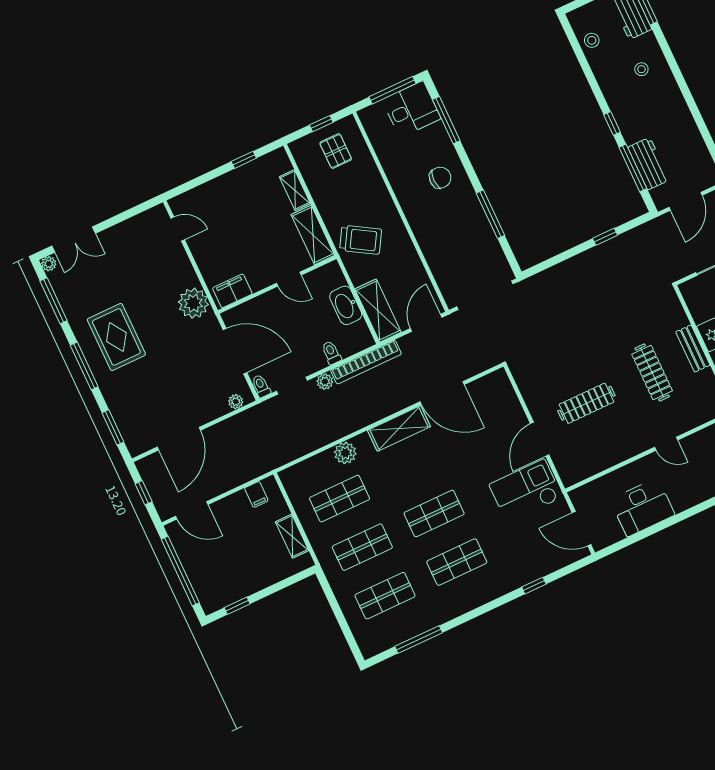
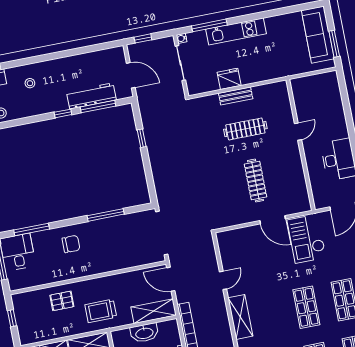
pallet: (336, 151) -> (62, 301), moved
workbench: (649, 164) -> (91, 96), width x1.38
chair: (440, 178) -> (71, 244), turned 90
trolley: (361, 240) -> (101, 311), turned -121
door: (442, 393) -> (223, 280), width x0.53

